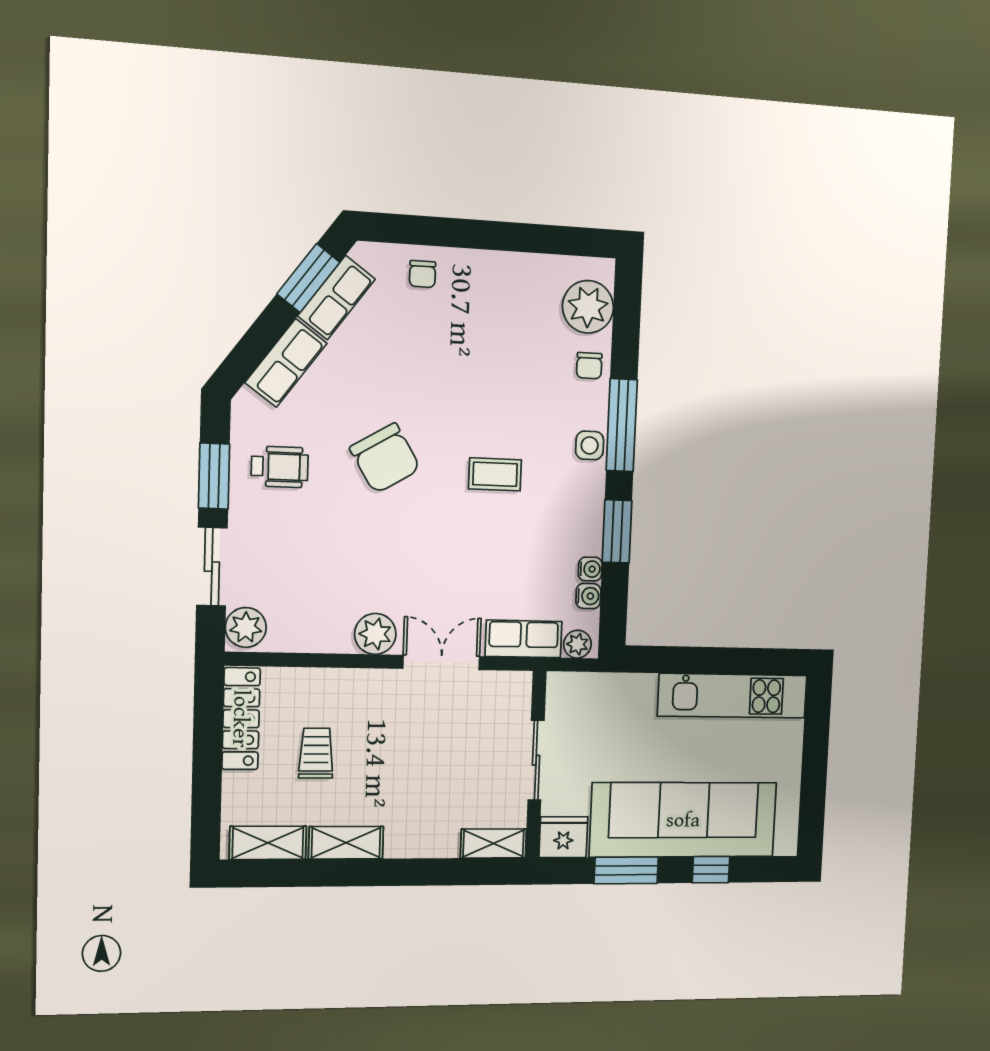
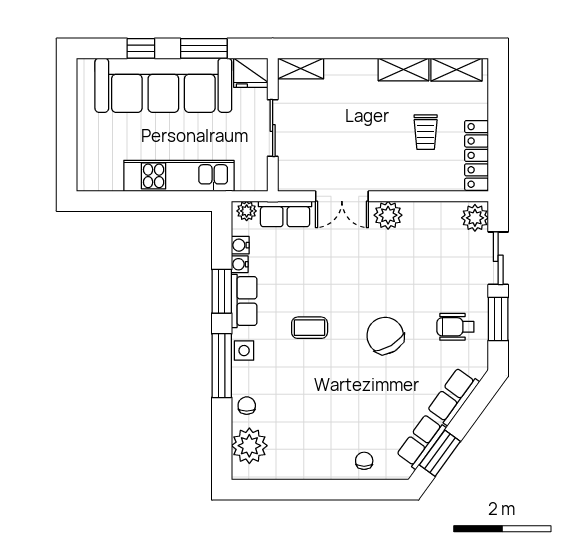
row of seats: (586, 516) -> (244, 301), added
kitchen unit: (733, 696) -> (179, 176), moved

